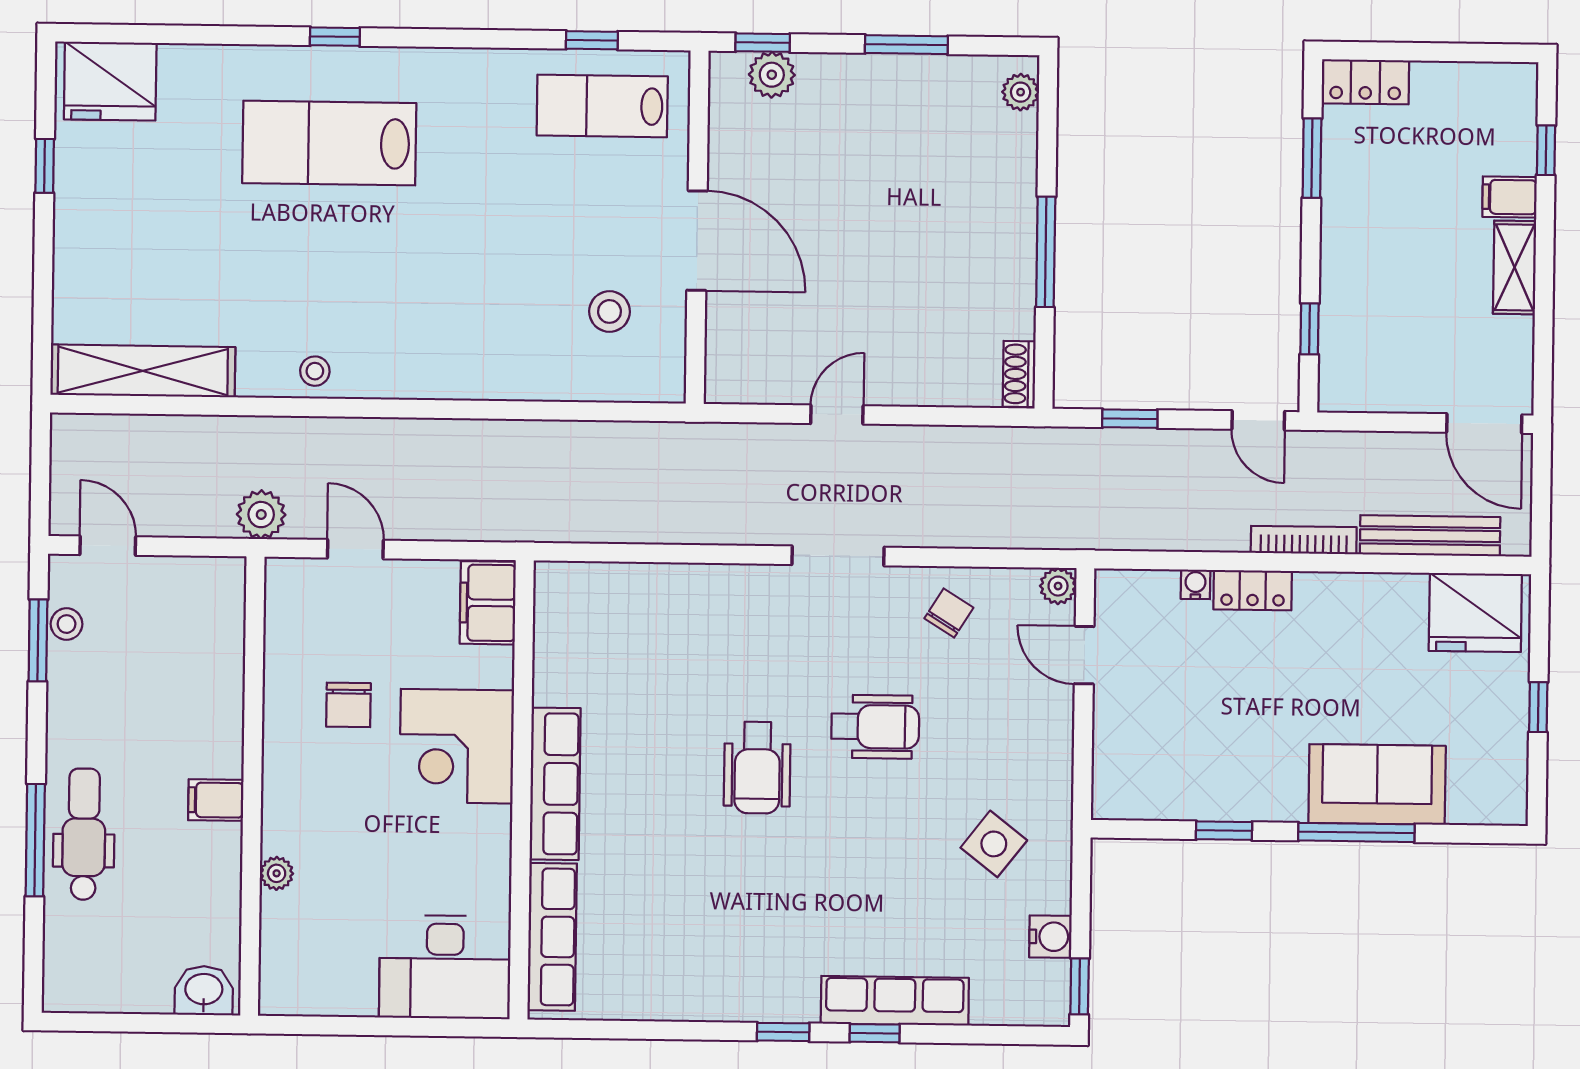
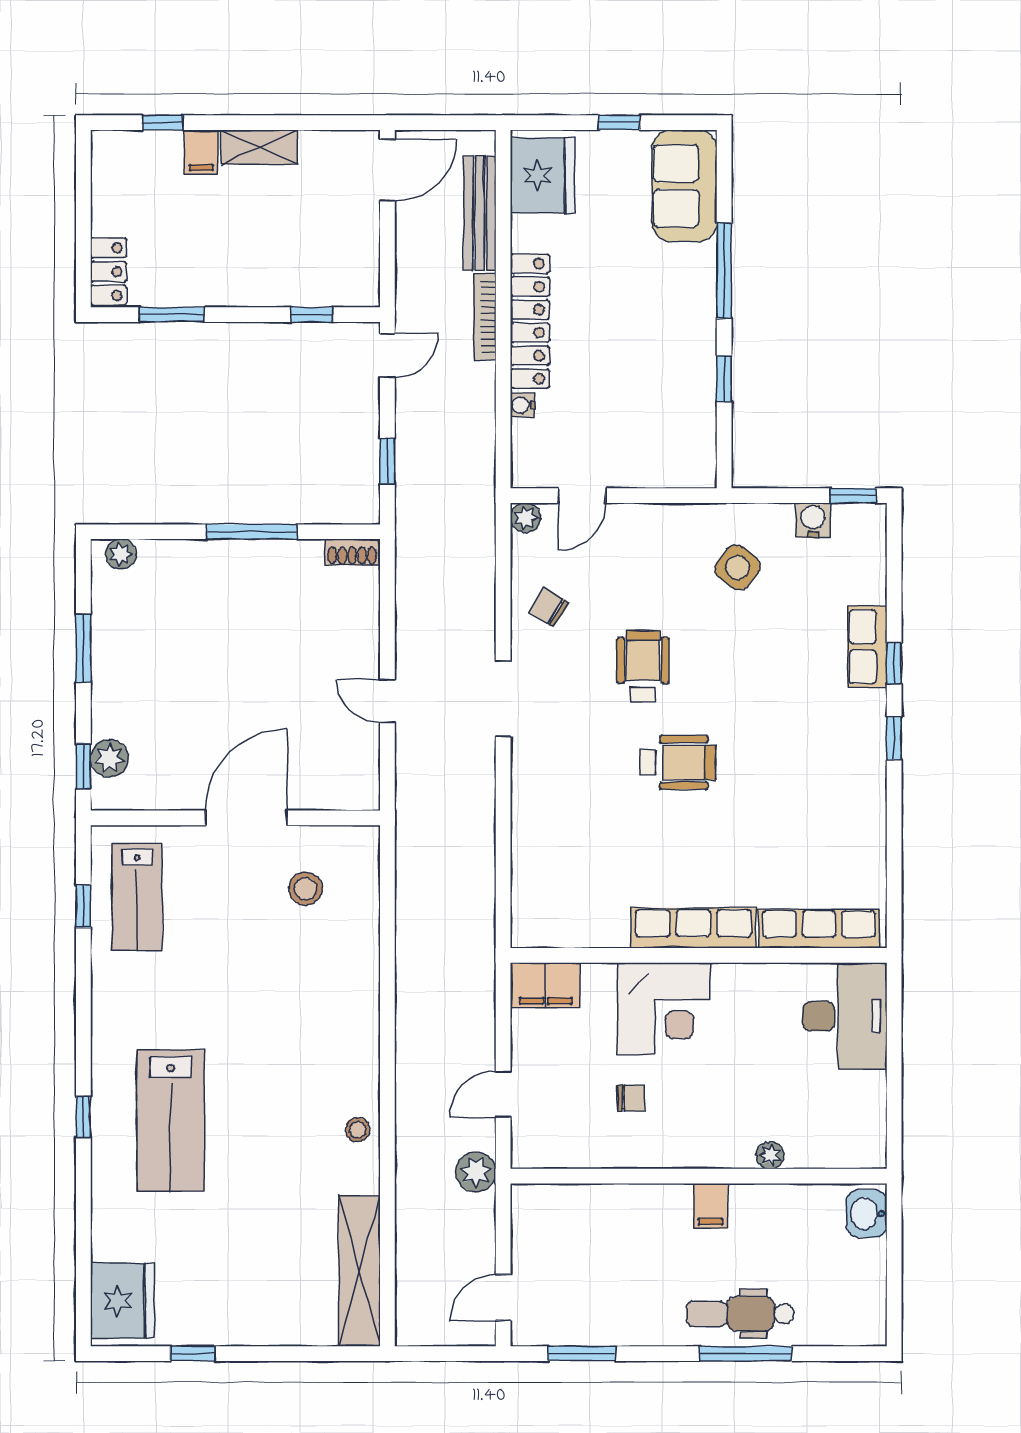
locker: (1253, 590) -> (530, 321), width x2.16, depth x1.21
stool: (67, 624) -> (568, 1330), removed
chair: (349, 705) -> (631, 1098), width x0.73, depth x0.73
sofa: (1377, 784) -> (684, 186), moved
row of seats: (895, 1001) -> (867, 647), width x0.68

